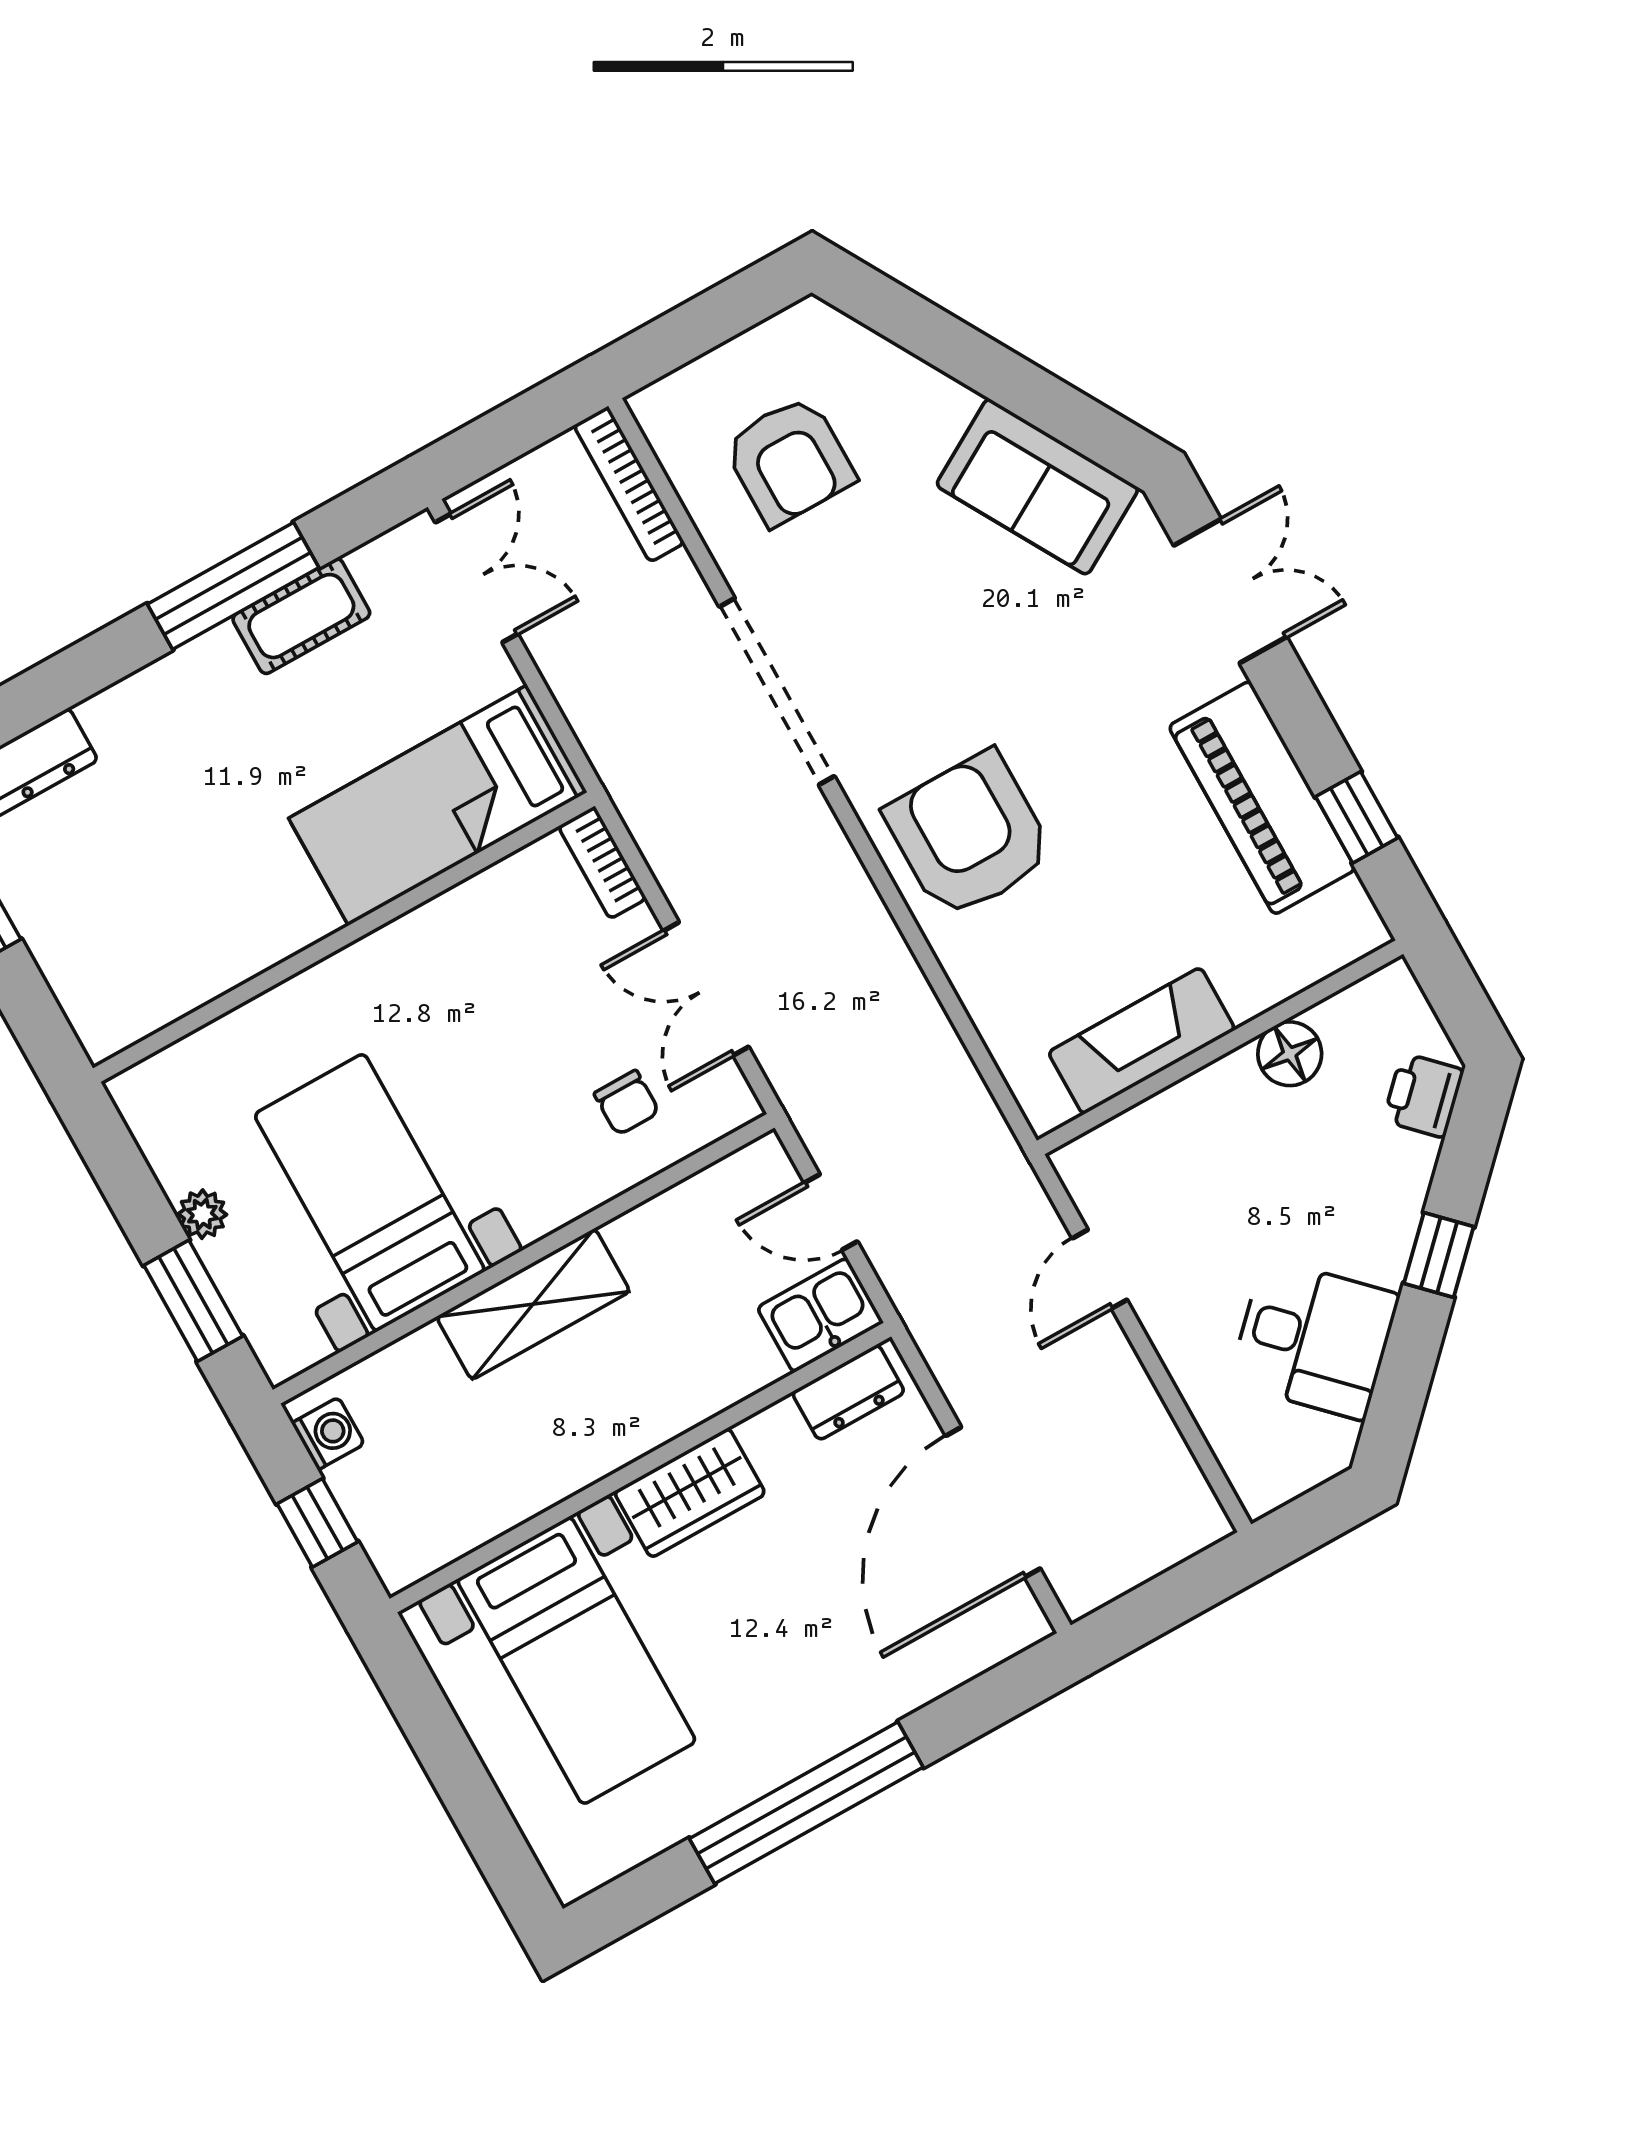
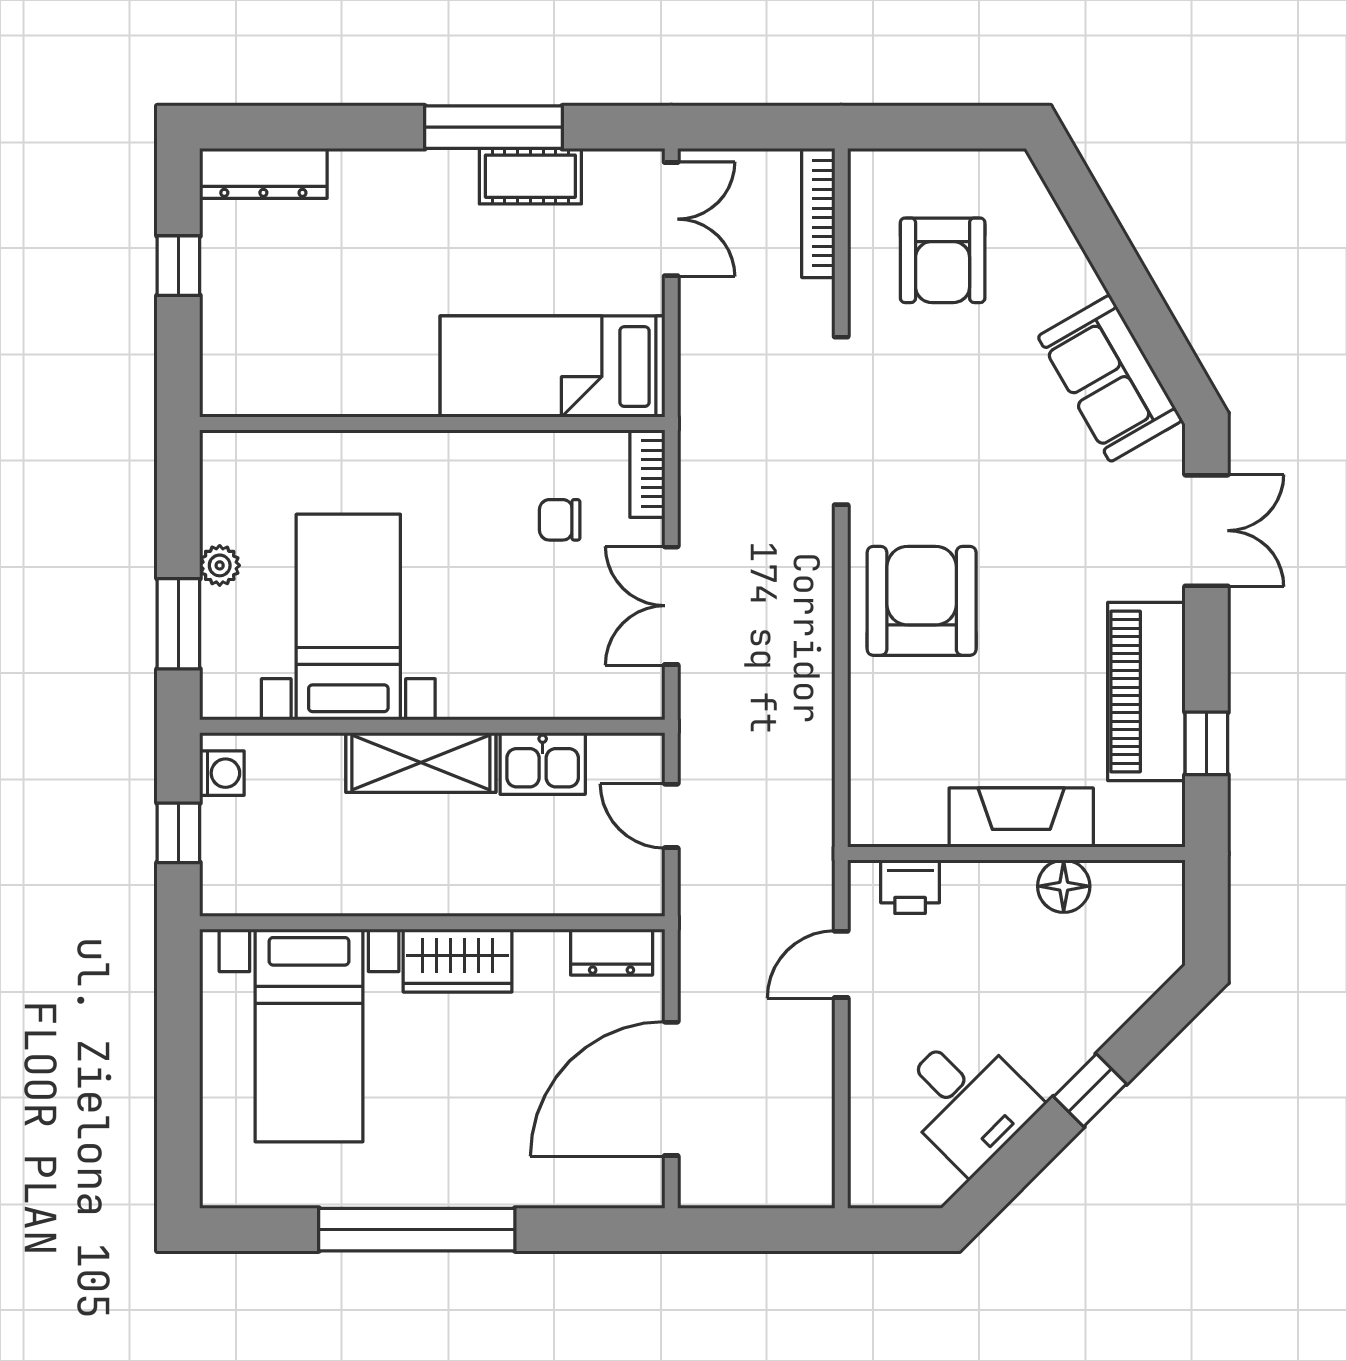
fireplace: (1142, 1041) -> (1021, 818), moved
printer: (1423, 1095) -> (910, 887), moved, turned -135
chair: (627, 1103) -> (560, 520), moved, turned 90
kitchen sink: (820, 1315) -> (543, 763), moved, turned 180

